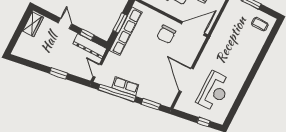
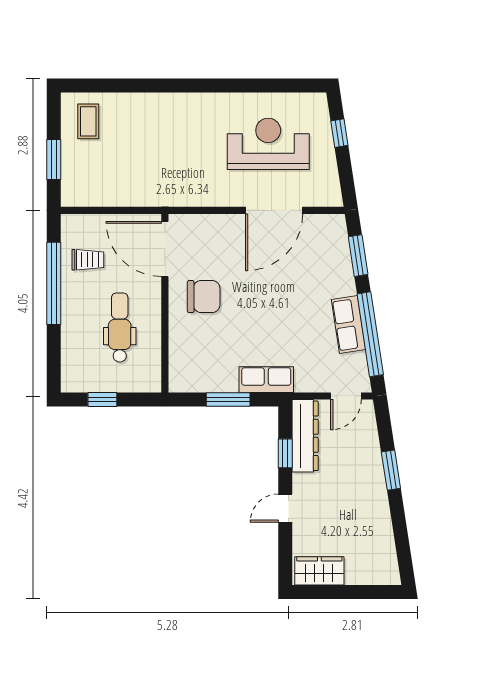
row of seats: (126, 31) -> (266, 380), width x0.50

